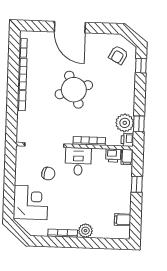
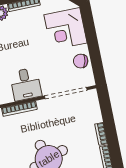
chair: (48, 174) -> (81, 61), moved

